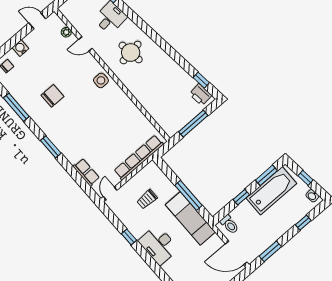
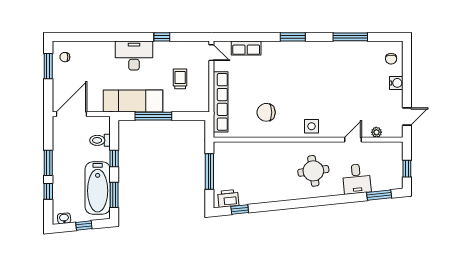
chair: (52, 96) -> (266, 112), moved, turned 90
toilet: (229, 224) -> (100, 140), moved
window: (270, 251) -> (48, 163), moved

